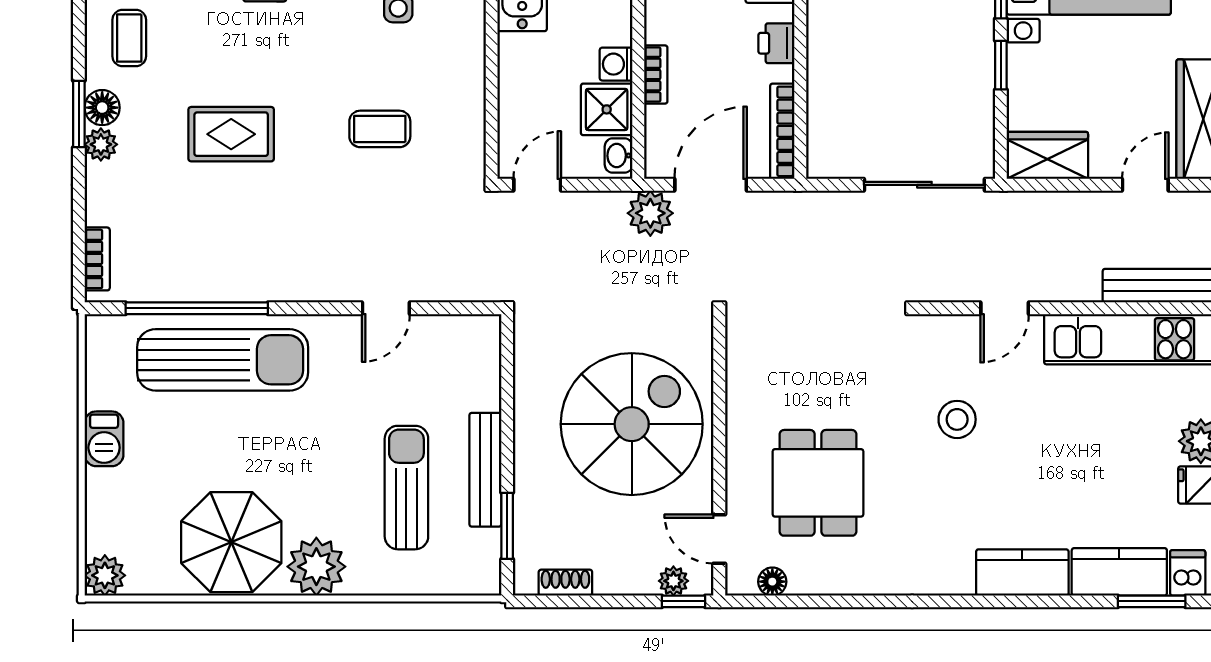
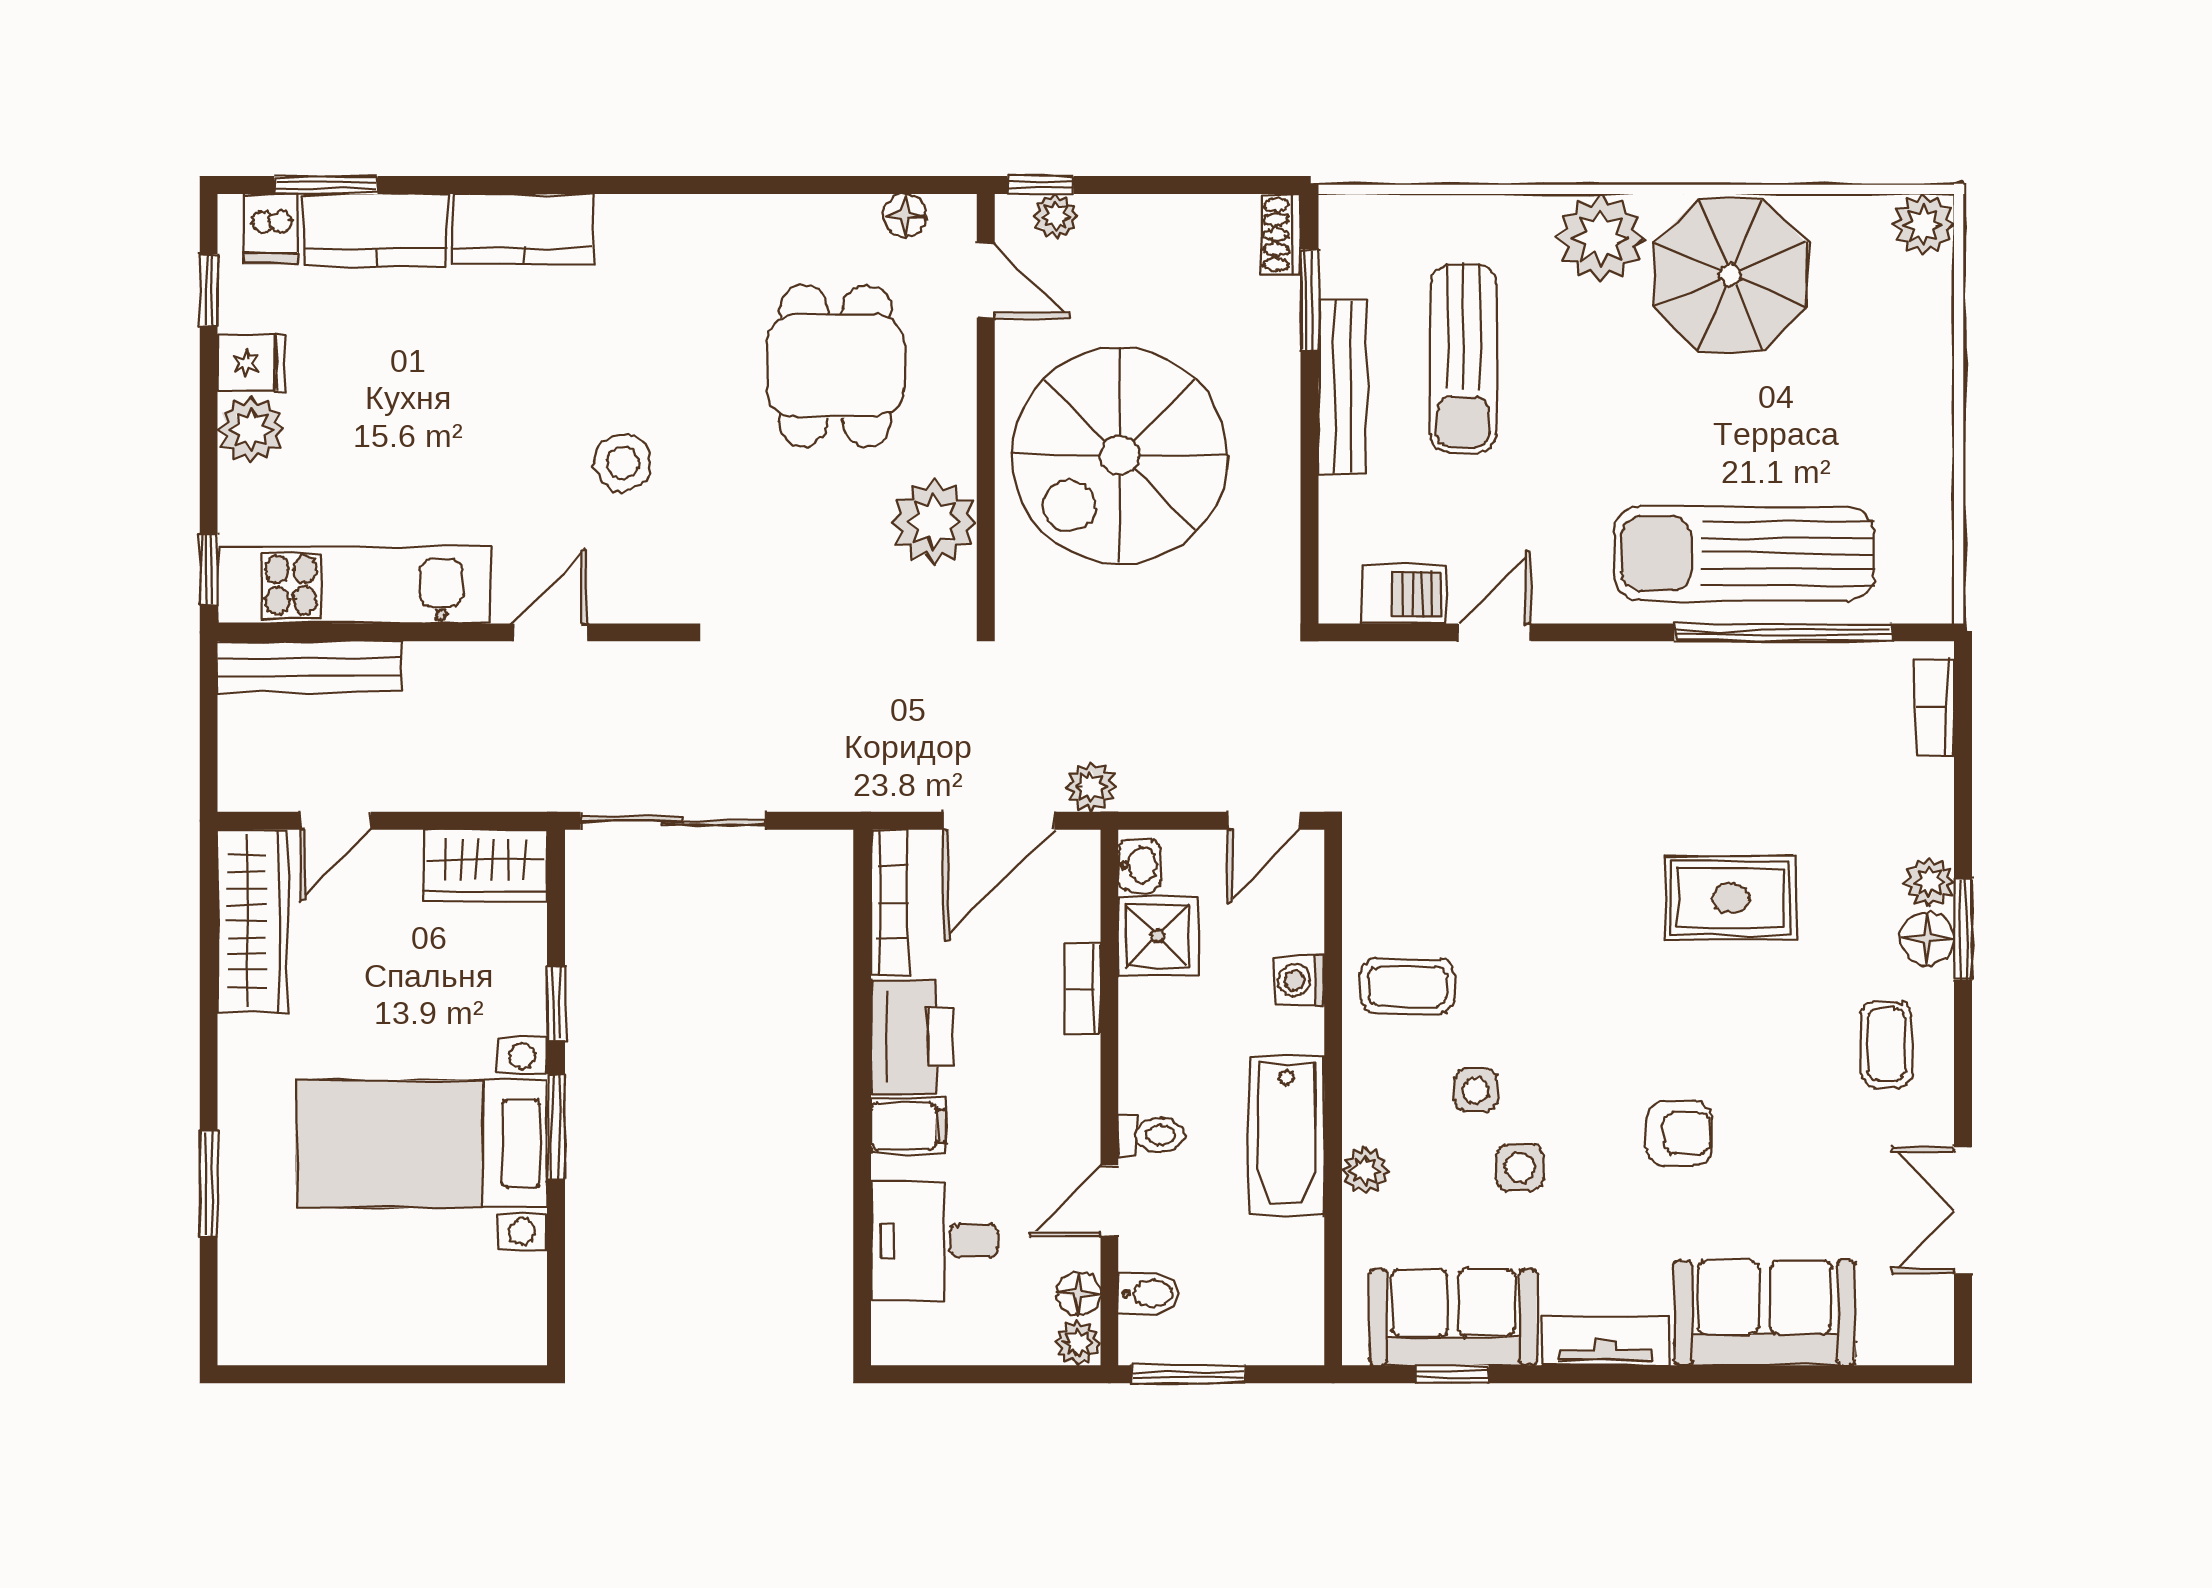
printer: (776, 43) -> (912, 1037), width x1.87, depth x1.48
washing machine: (616, 64) -> (1299, 980), moved, turned 180
coffee table: (380, 129) -> (1408, 986), moved
plant: (650, 213) -> (1091, 787), width x0.73, depth x0.73
plant: (753, 380) -> (934, 522), added
barbecue: (104, 439) -> (1404, 594), moved, turned 90
shoe rack: (565, 583) -> (1281, 235), moved, turned 90

